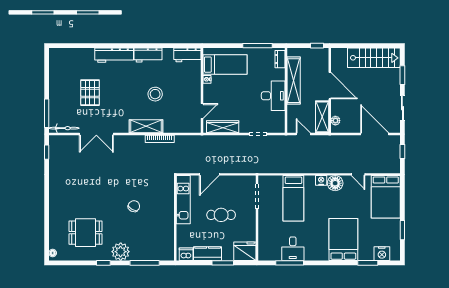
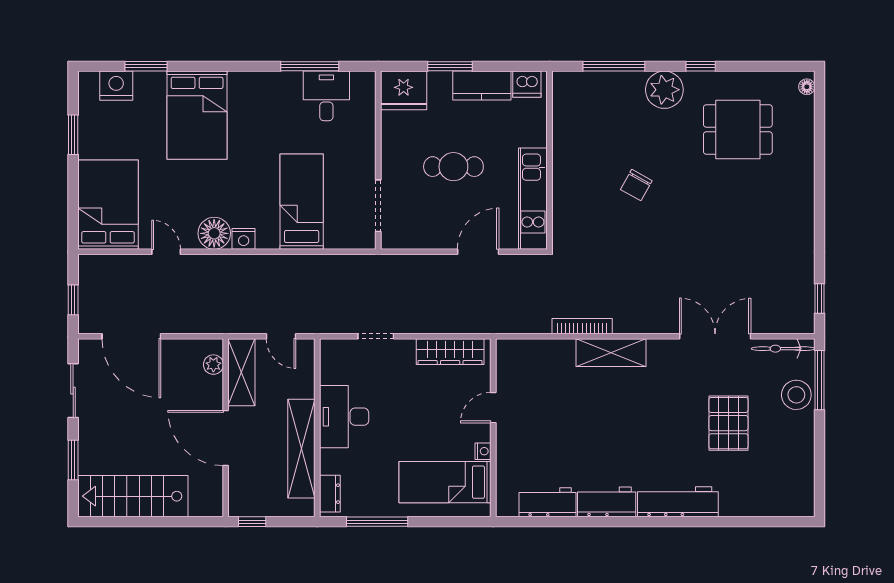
workbench: (187, 55) -> (547, 502), moved
stool: (155, 94) -> (796, 395), moved
door: (202, 111) -> (493, 408), moved
desk: (293, 249) -> (326, 96), moved

